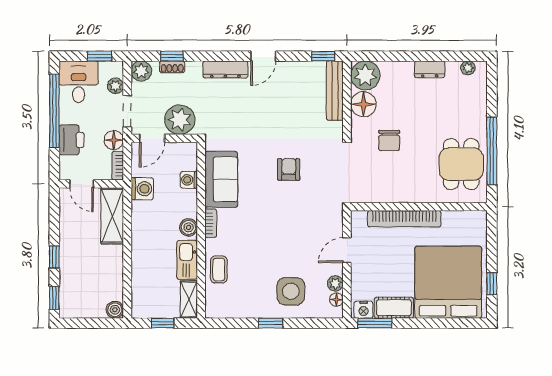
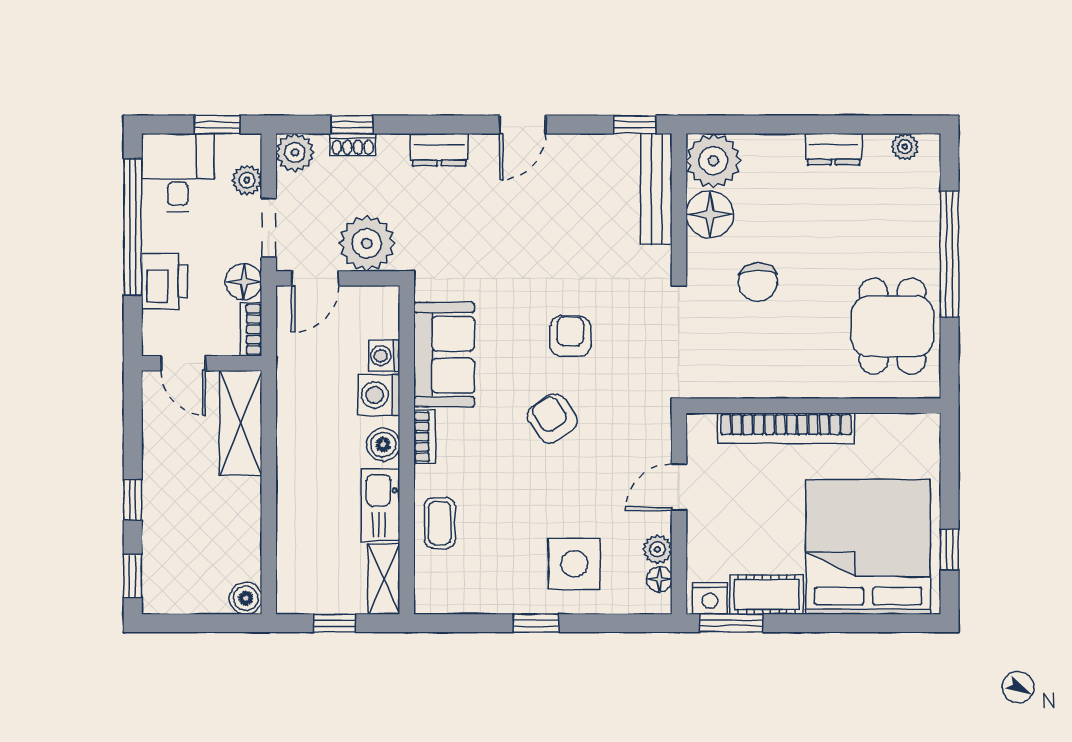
dresser: (225, 70) -> (439, 150), width x0.70
window: (492, 151) -> (949, 254), moved
washing machine: (142, 189) -> (379, 395), moved, turned 180
armchair: (279, 213) -> (552, 419), added

